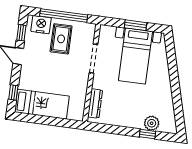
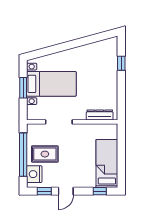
plant: (152, 123) -> (111, 61), removed

